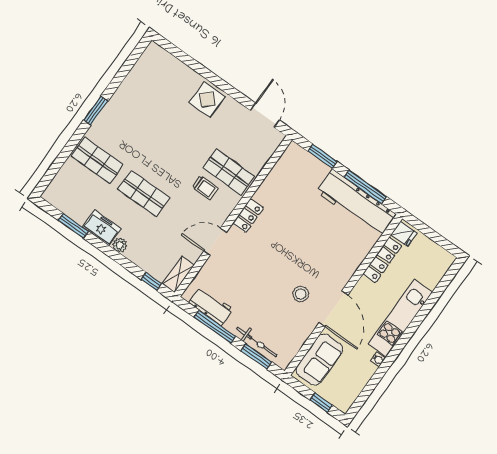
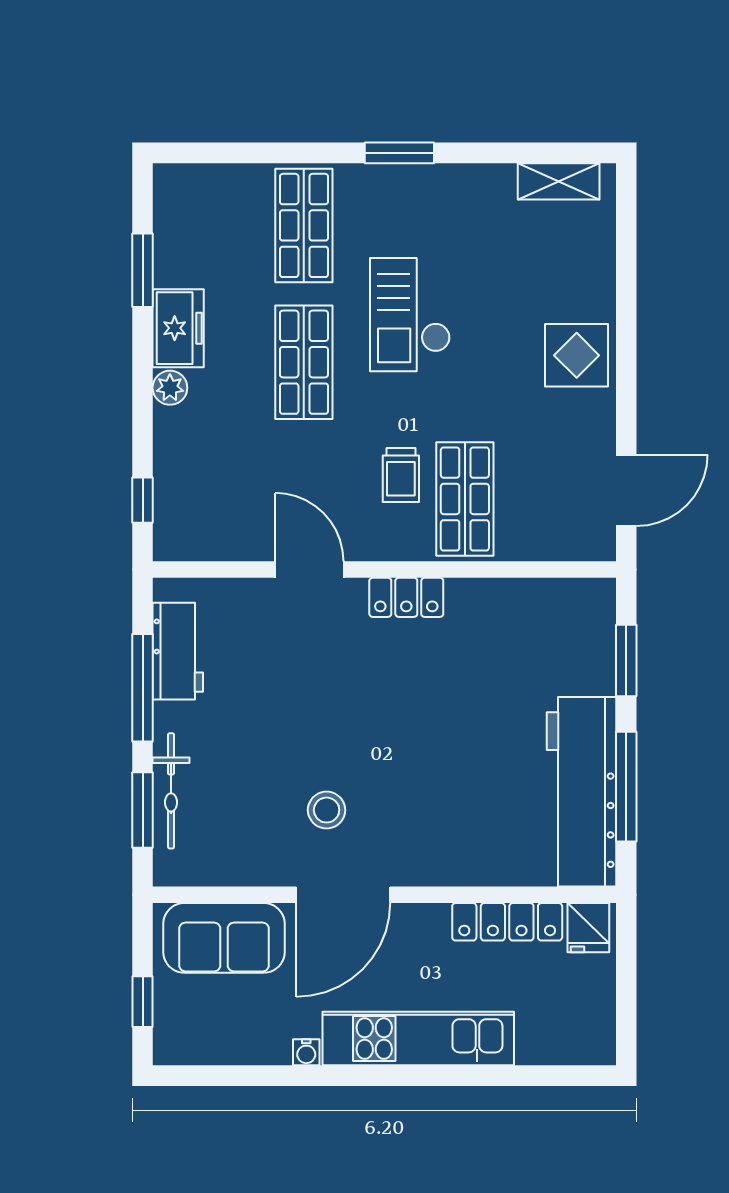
checkout: (153, 146) -> (410, 315), added
shelving: (178, 274) -> (559, 181), moved

